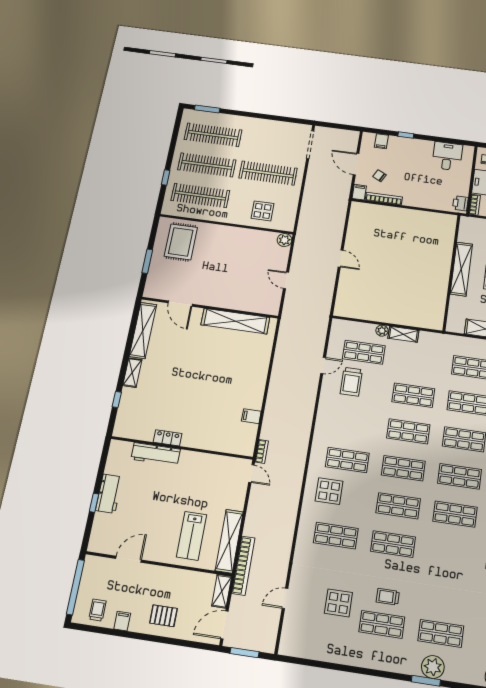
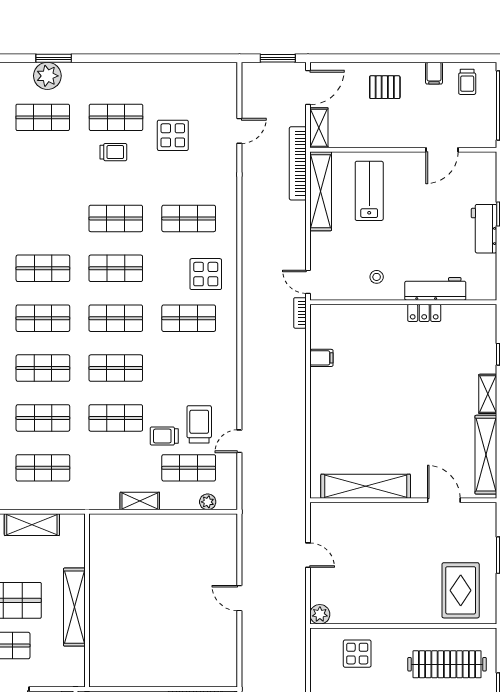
plant: (382, 331) -> (208, 502), moved
trolley: (379, 377) -> (164, 436), added
stool: (198, 470) -> (377, 277), added

